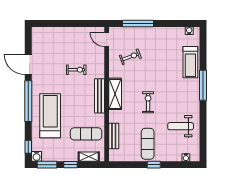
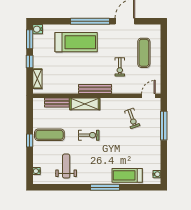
shelving: (115, 94) -> (85, 104), moved
exercise mat: (86, 134) -> (144, 53), moved
window: (28, 147) -> (47, 21), removed

